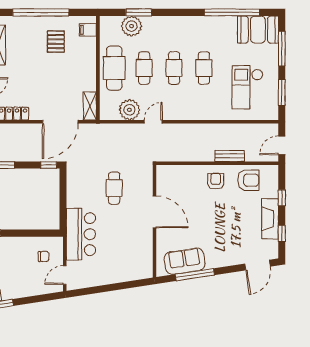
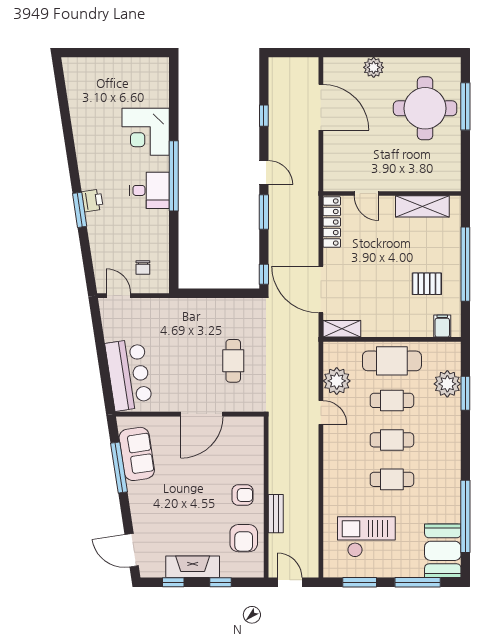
cafe table: (114, 188) -> (233, 361), turned 90
bar counter: (81, 234) -> (129, 375), moved, turned -99

